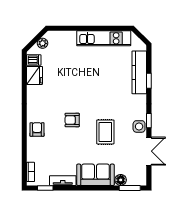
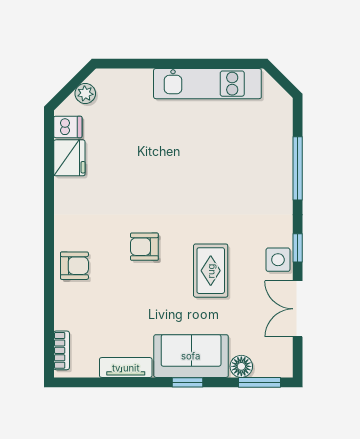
kitchen counter: (139, 72) -> (279, 152), removed
window: (149, 81) -> (298, 168), width x2.17
armchair: (37, 129) -> (74, 266), turned 90
double door: (149, 151) -> (298, 309), swing flipped
window: (45, 188) -> (187, 382), moved

